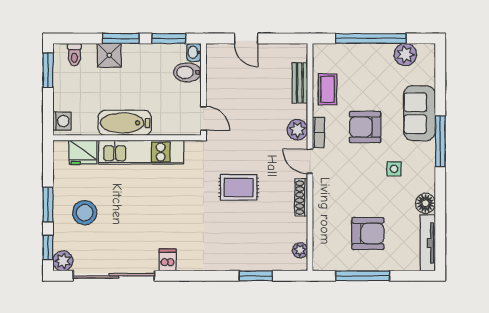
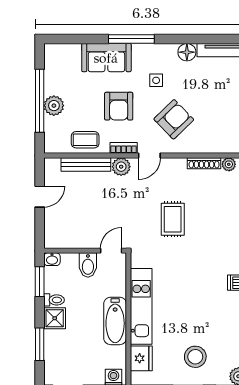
window: (121, 38) -> (40, 344), moved
door: (246, 38) -> (40, 197), moved
plant: (405, 54) -> (54, 106), moved
toilet: (74, 55) -> (54, 300), moved
shower: (109, 55) -> (55, 318), moved
bidet: (187, 72) -> (88, 265), moved
bench: (300, 83) -> (86, 164), width x1.36
shoe rack: (301, 198) -> (204, 163), moved
armchair: (368, 234) -> (174, 119), moved, turned 46

